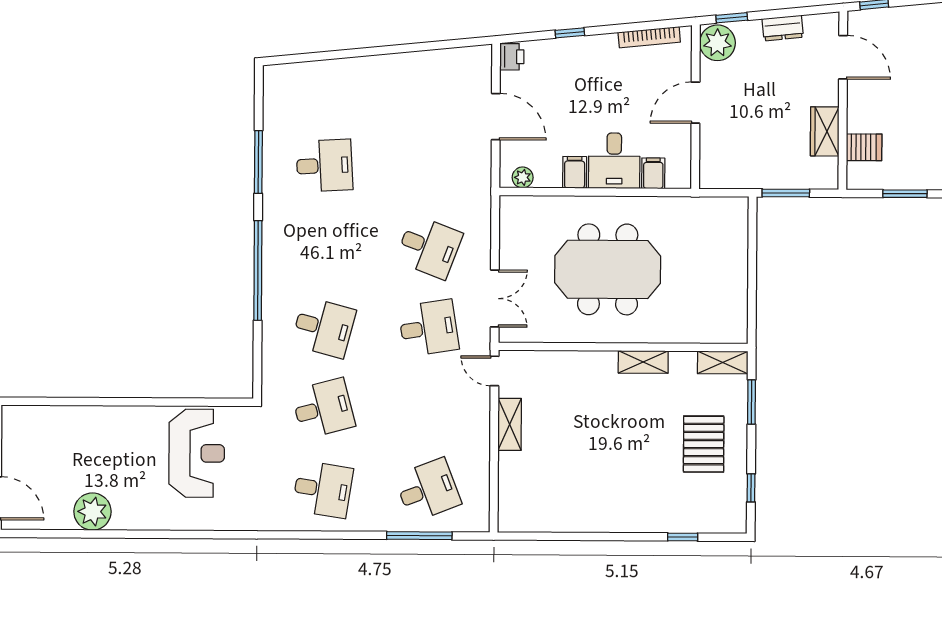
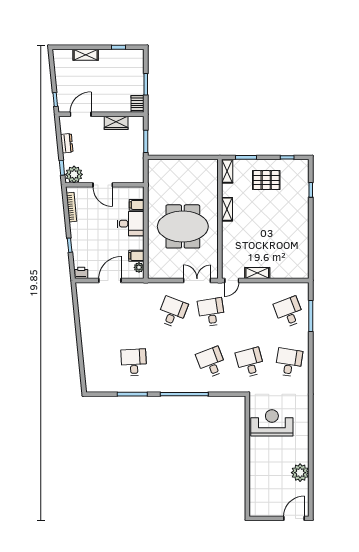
server rack: (864, 147) -> (138, 104), moved
filing cabinet: (575, 172) -> (136, 256), moved
meeting table: (608, 269) -> (183, 226), turned 90
desk: (324, 327) -> (211, 362), turned -36

